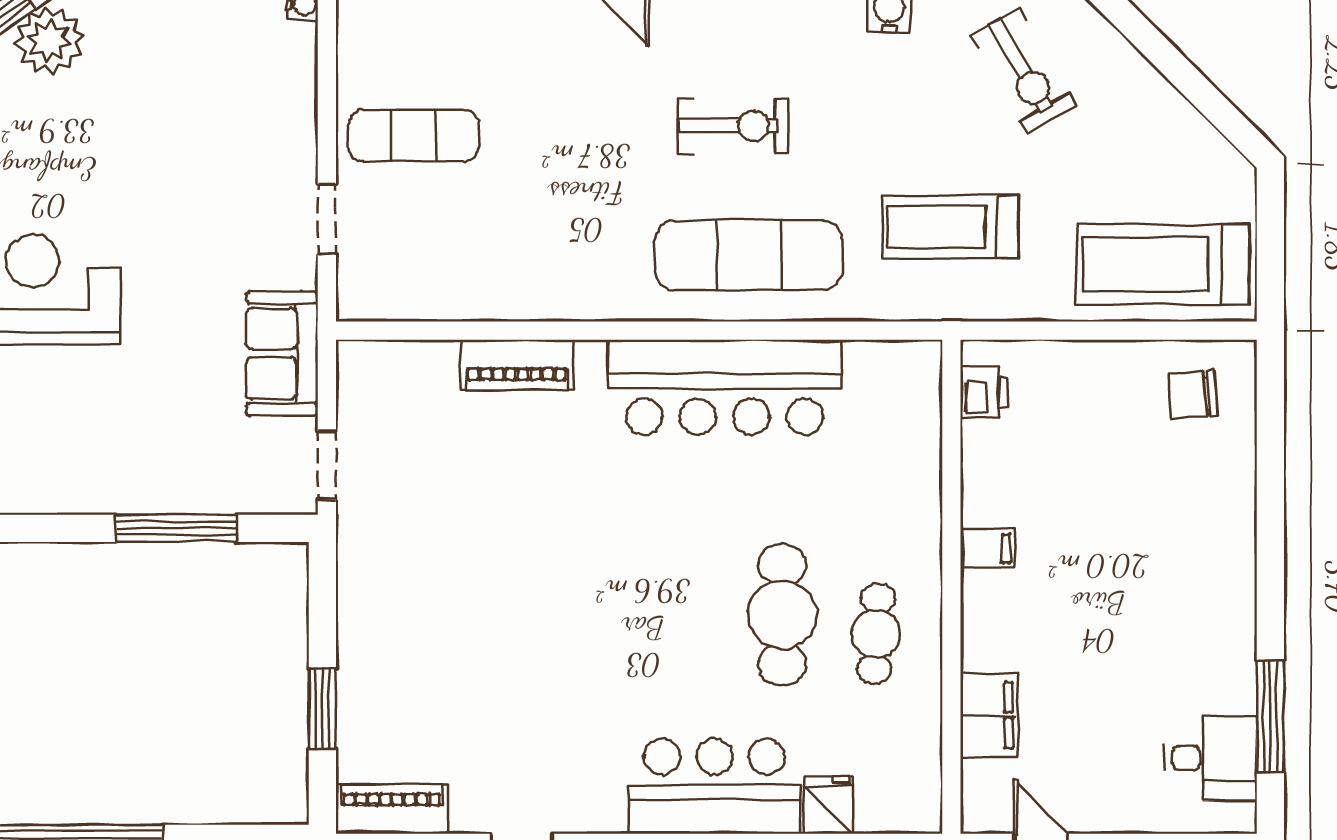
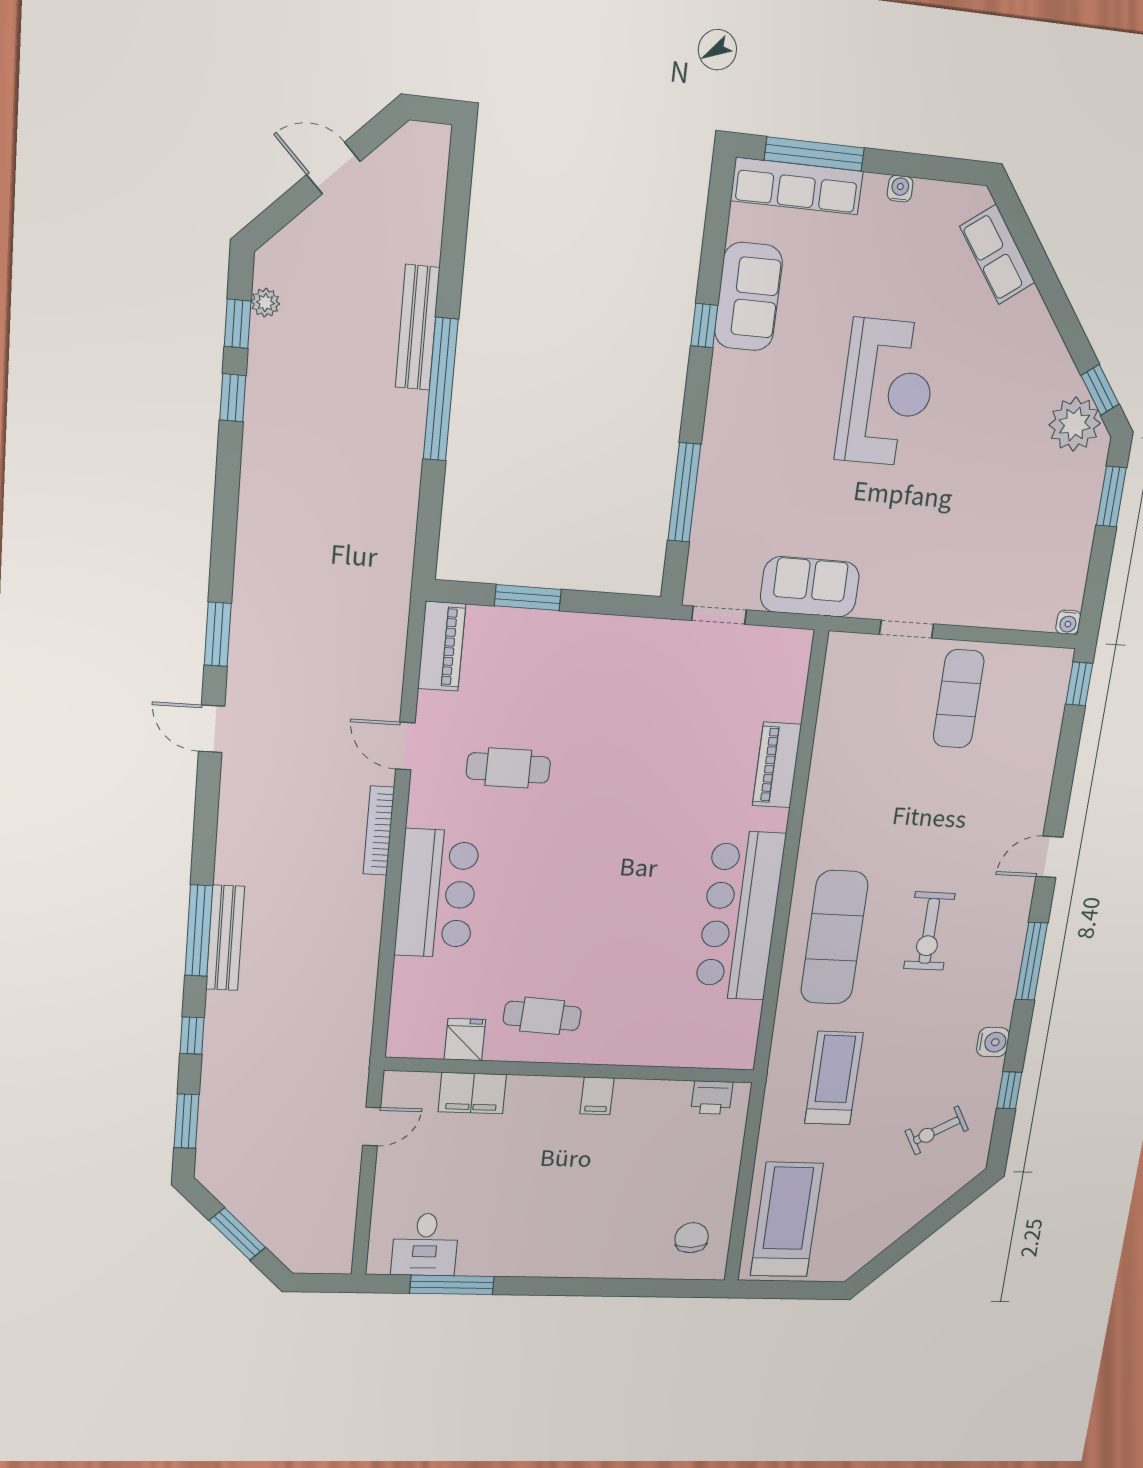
exercise bike: (1023, 70) -> (937, 1130), width x0.73, depth x0.72
cafe table: (782, 615) -> (508, 768), moved, width x0.73, depth x0.74
fridge: (828, 805) -> (465, 1040), moved, turned -90

